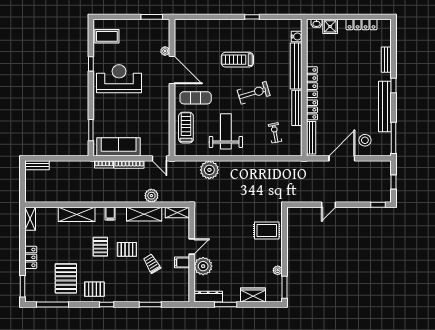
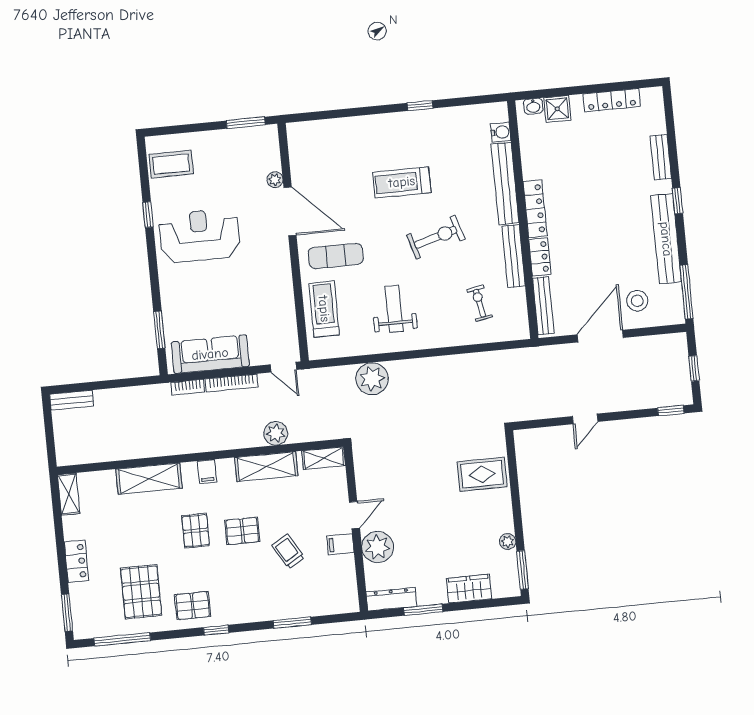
weight bench: (226, 131) -> (394, 309), width x0.73, depth x0.75

